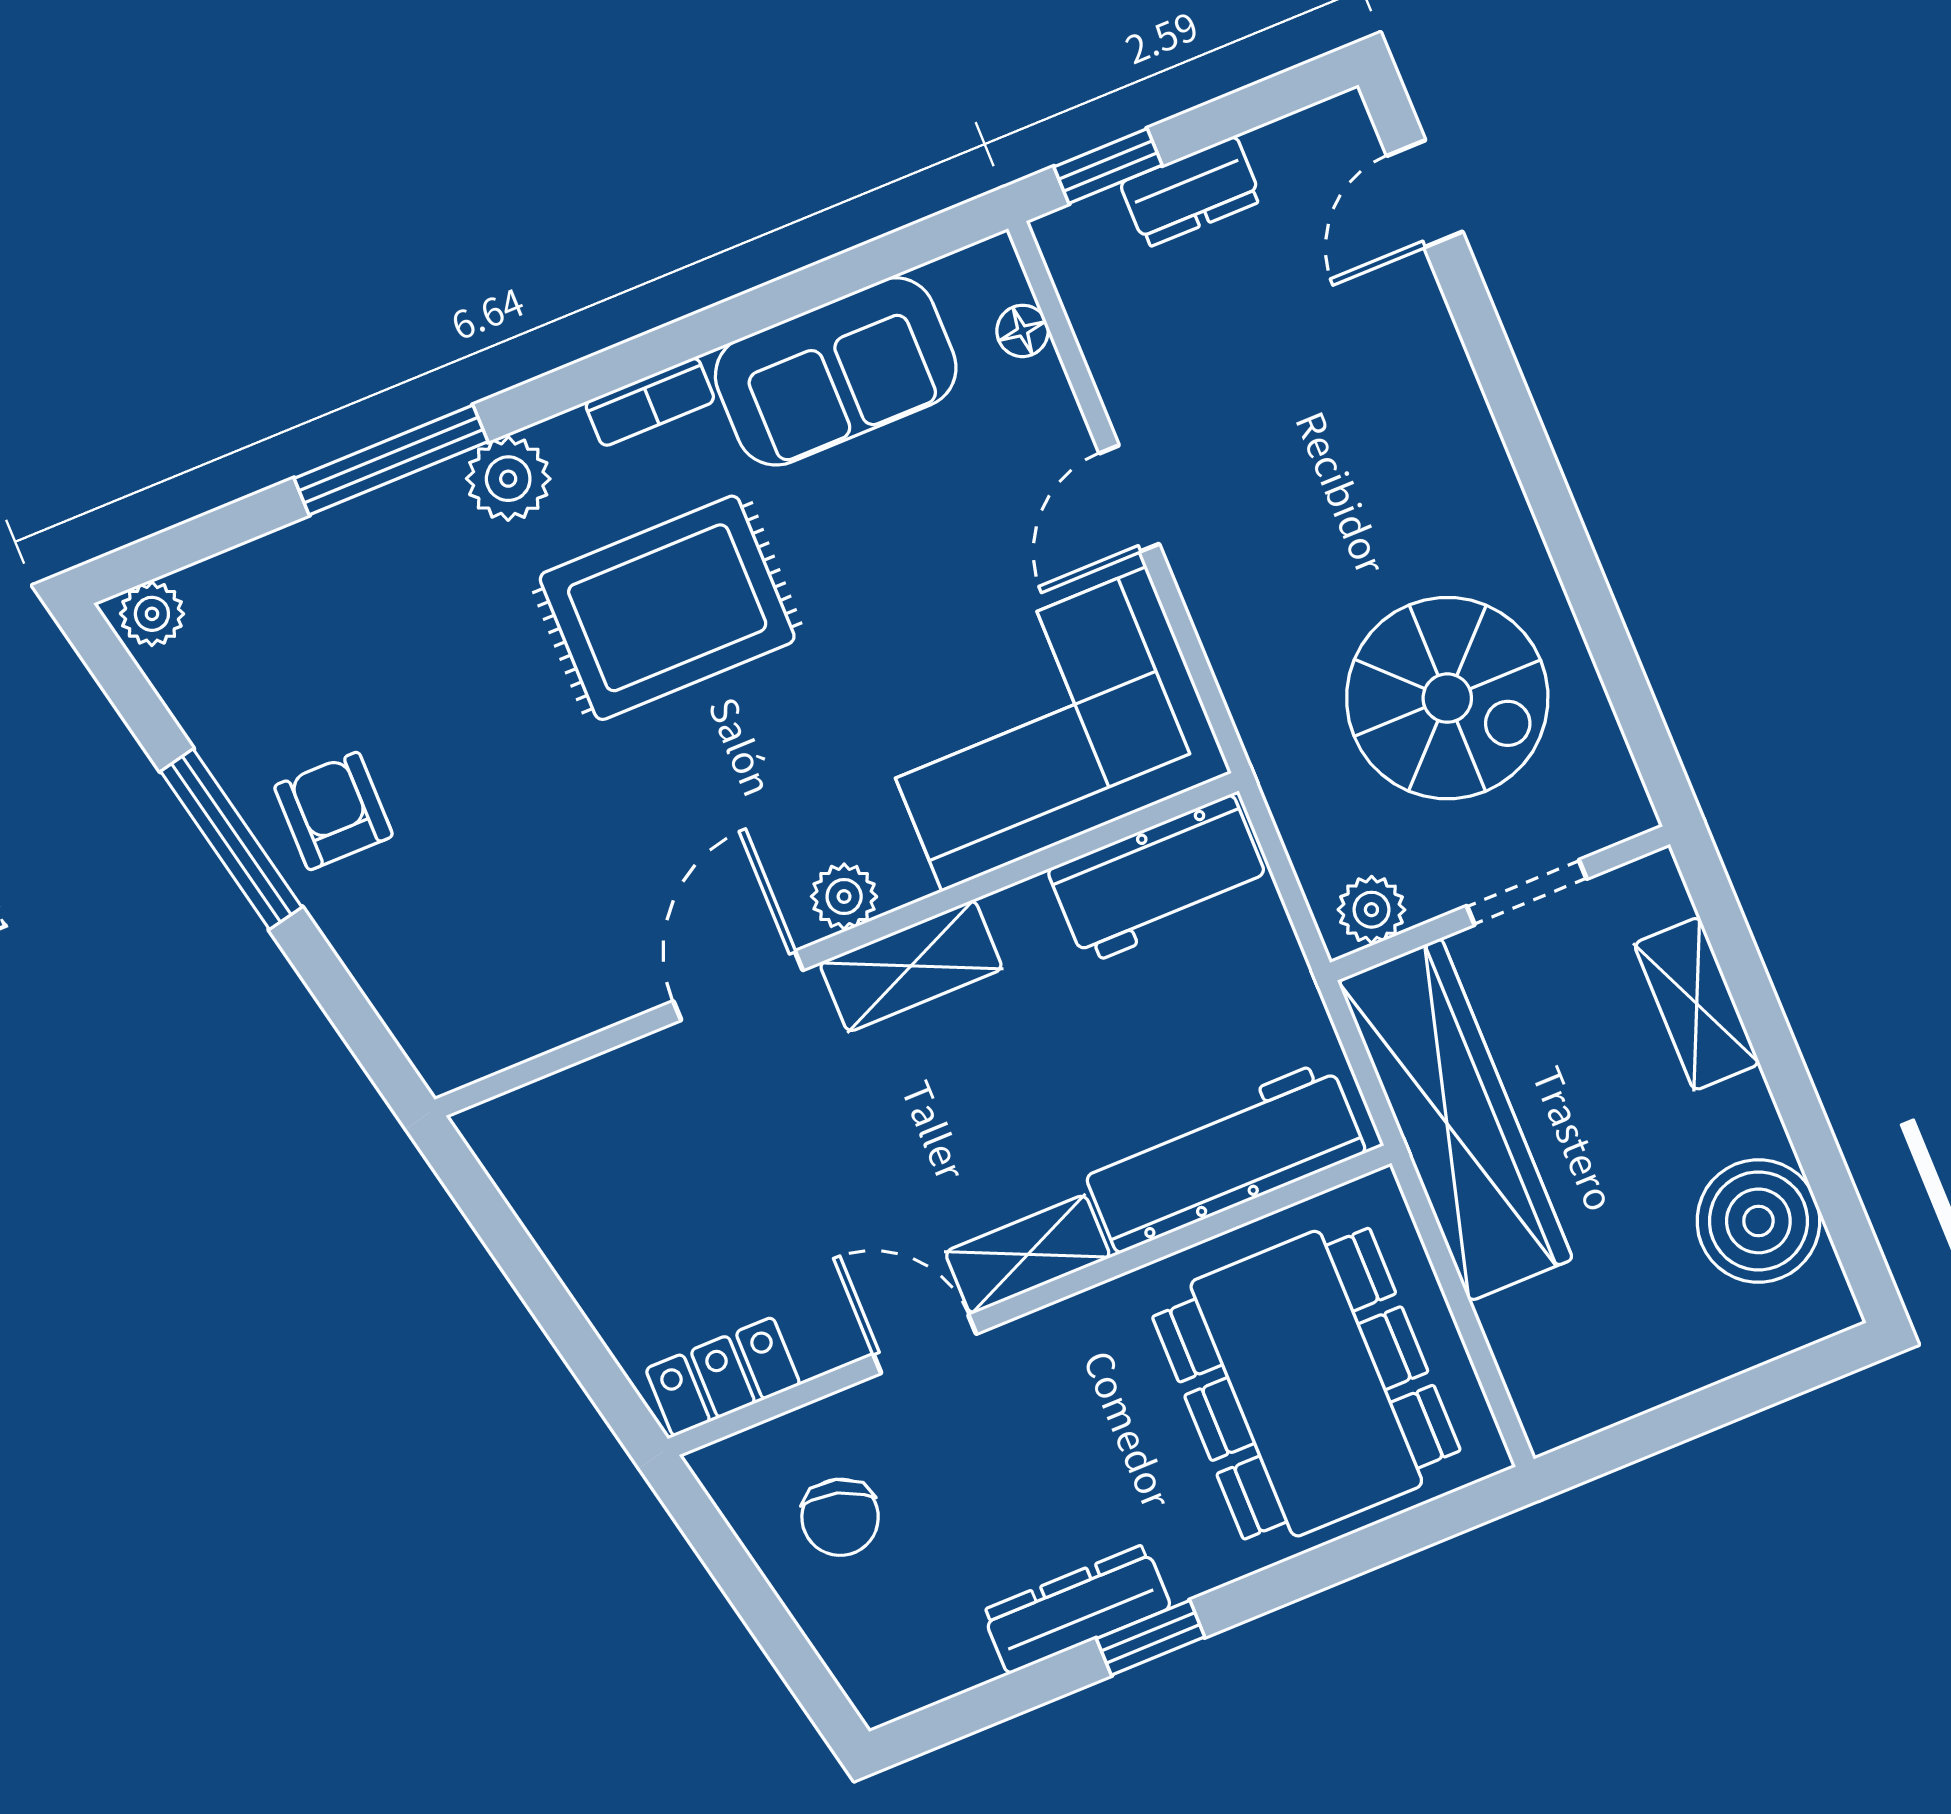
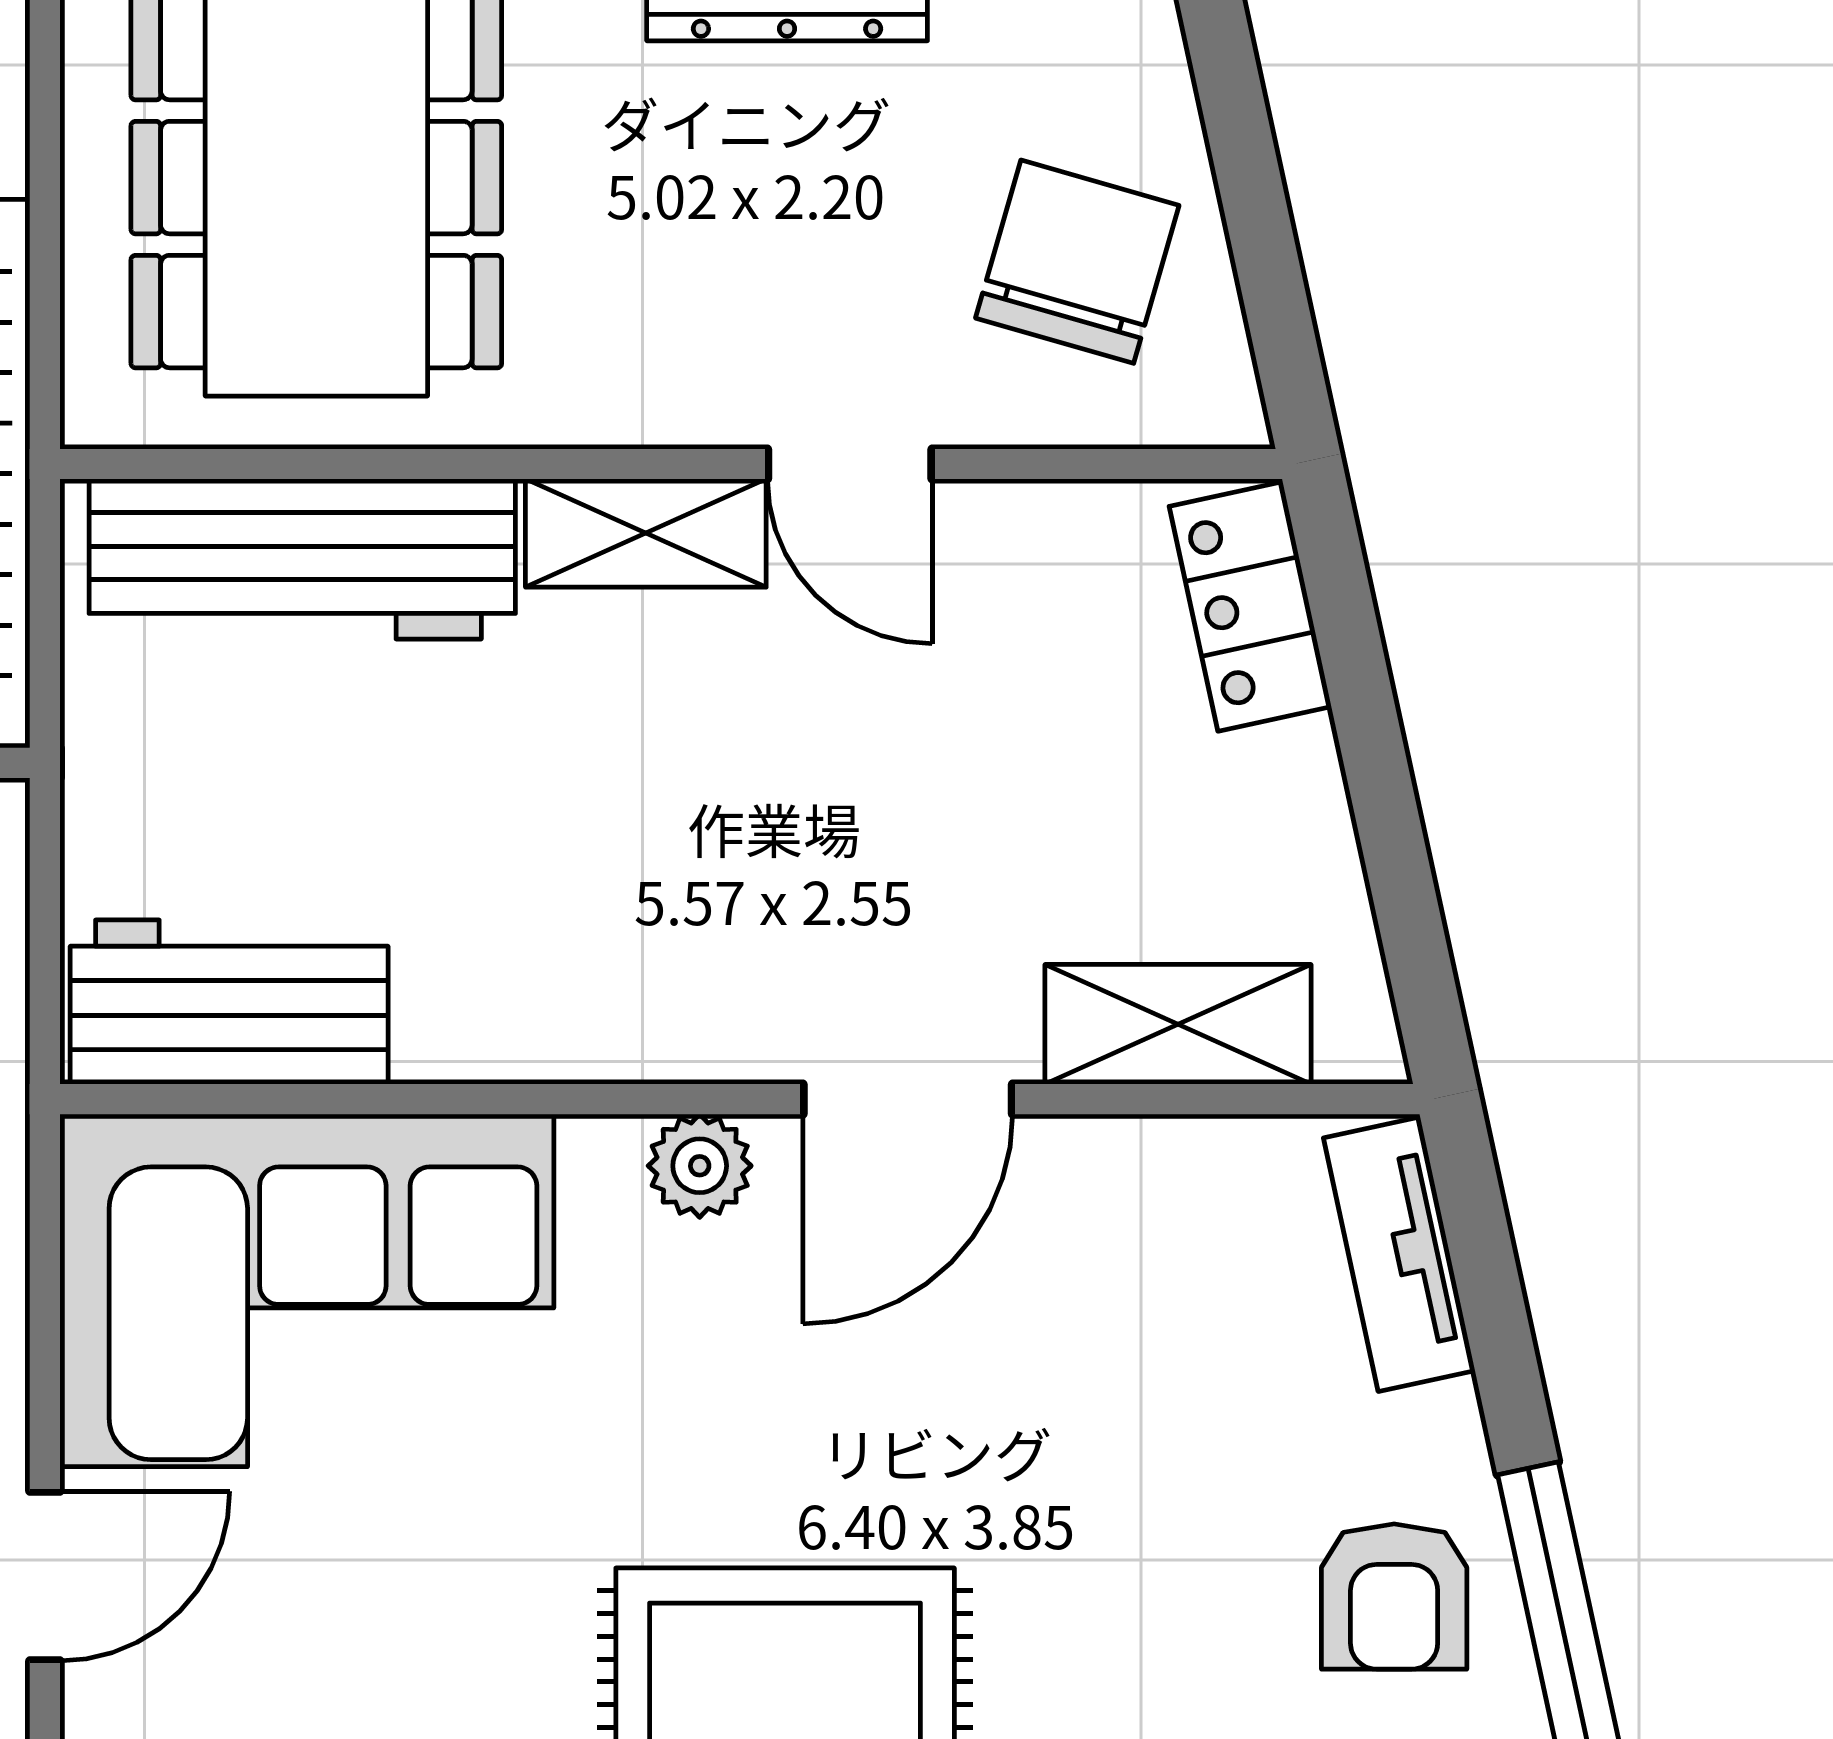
shelving: (911, 966) -> (1178, 1024), moved
tv unit: (413, 1013) -> (1399, 1254), added
locker: (723, 1377) -> (1250, 607), moved, turned 78
chair: (840, 1517) -> (1077, 262), width x1.37, depth x1.37

